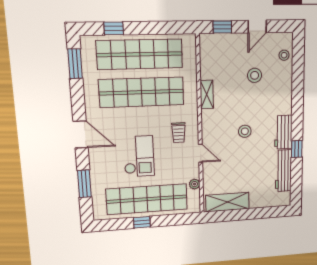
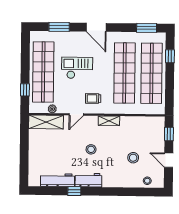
shelving: (207, 94) -> (109, 121), moved
door: (81, 134) -> (96, 27), hinge flipped
checkout: (139, 156) -> (77, 68), turned 180
shelving: (227, 202) -> (46, 122), moved, turned 90
window: (142, 222) -> (25, 90), moved

